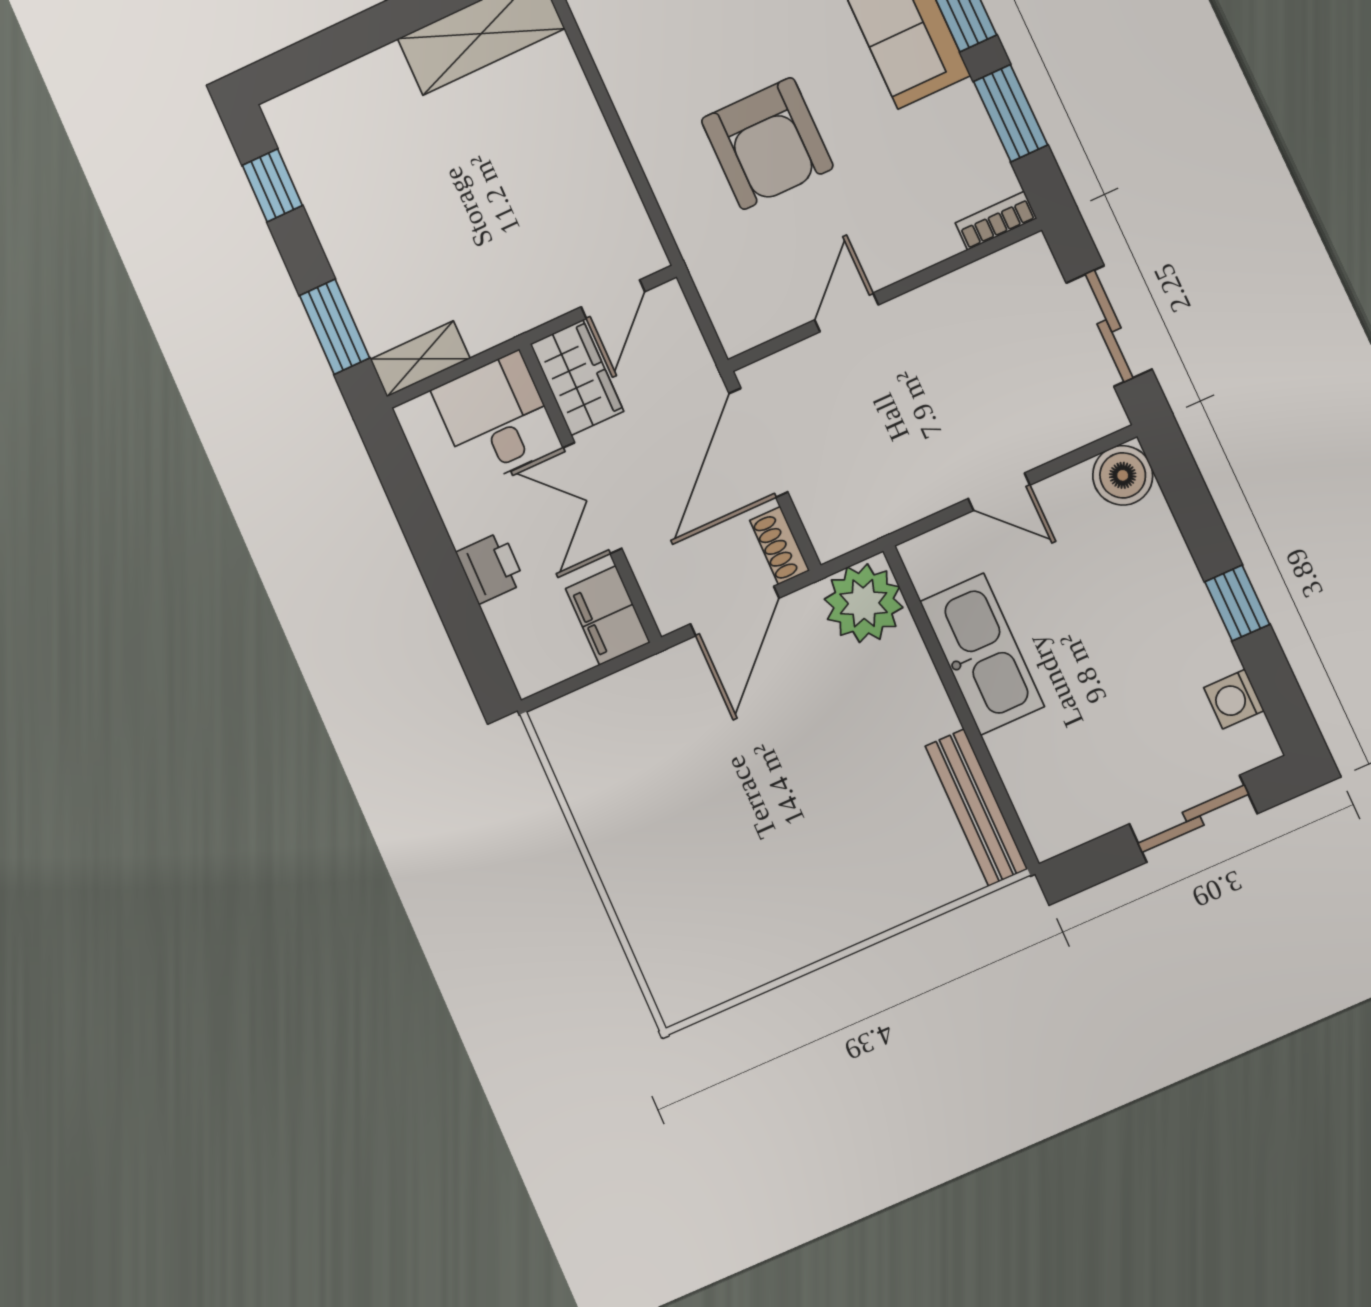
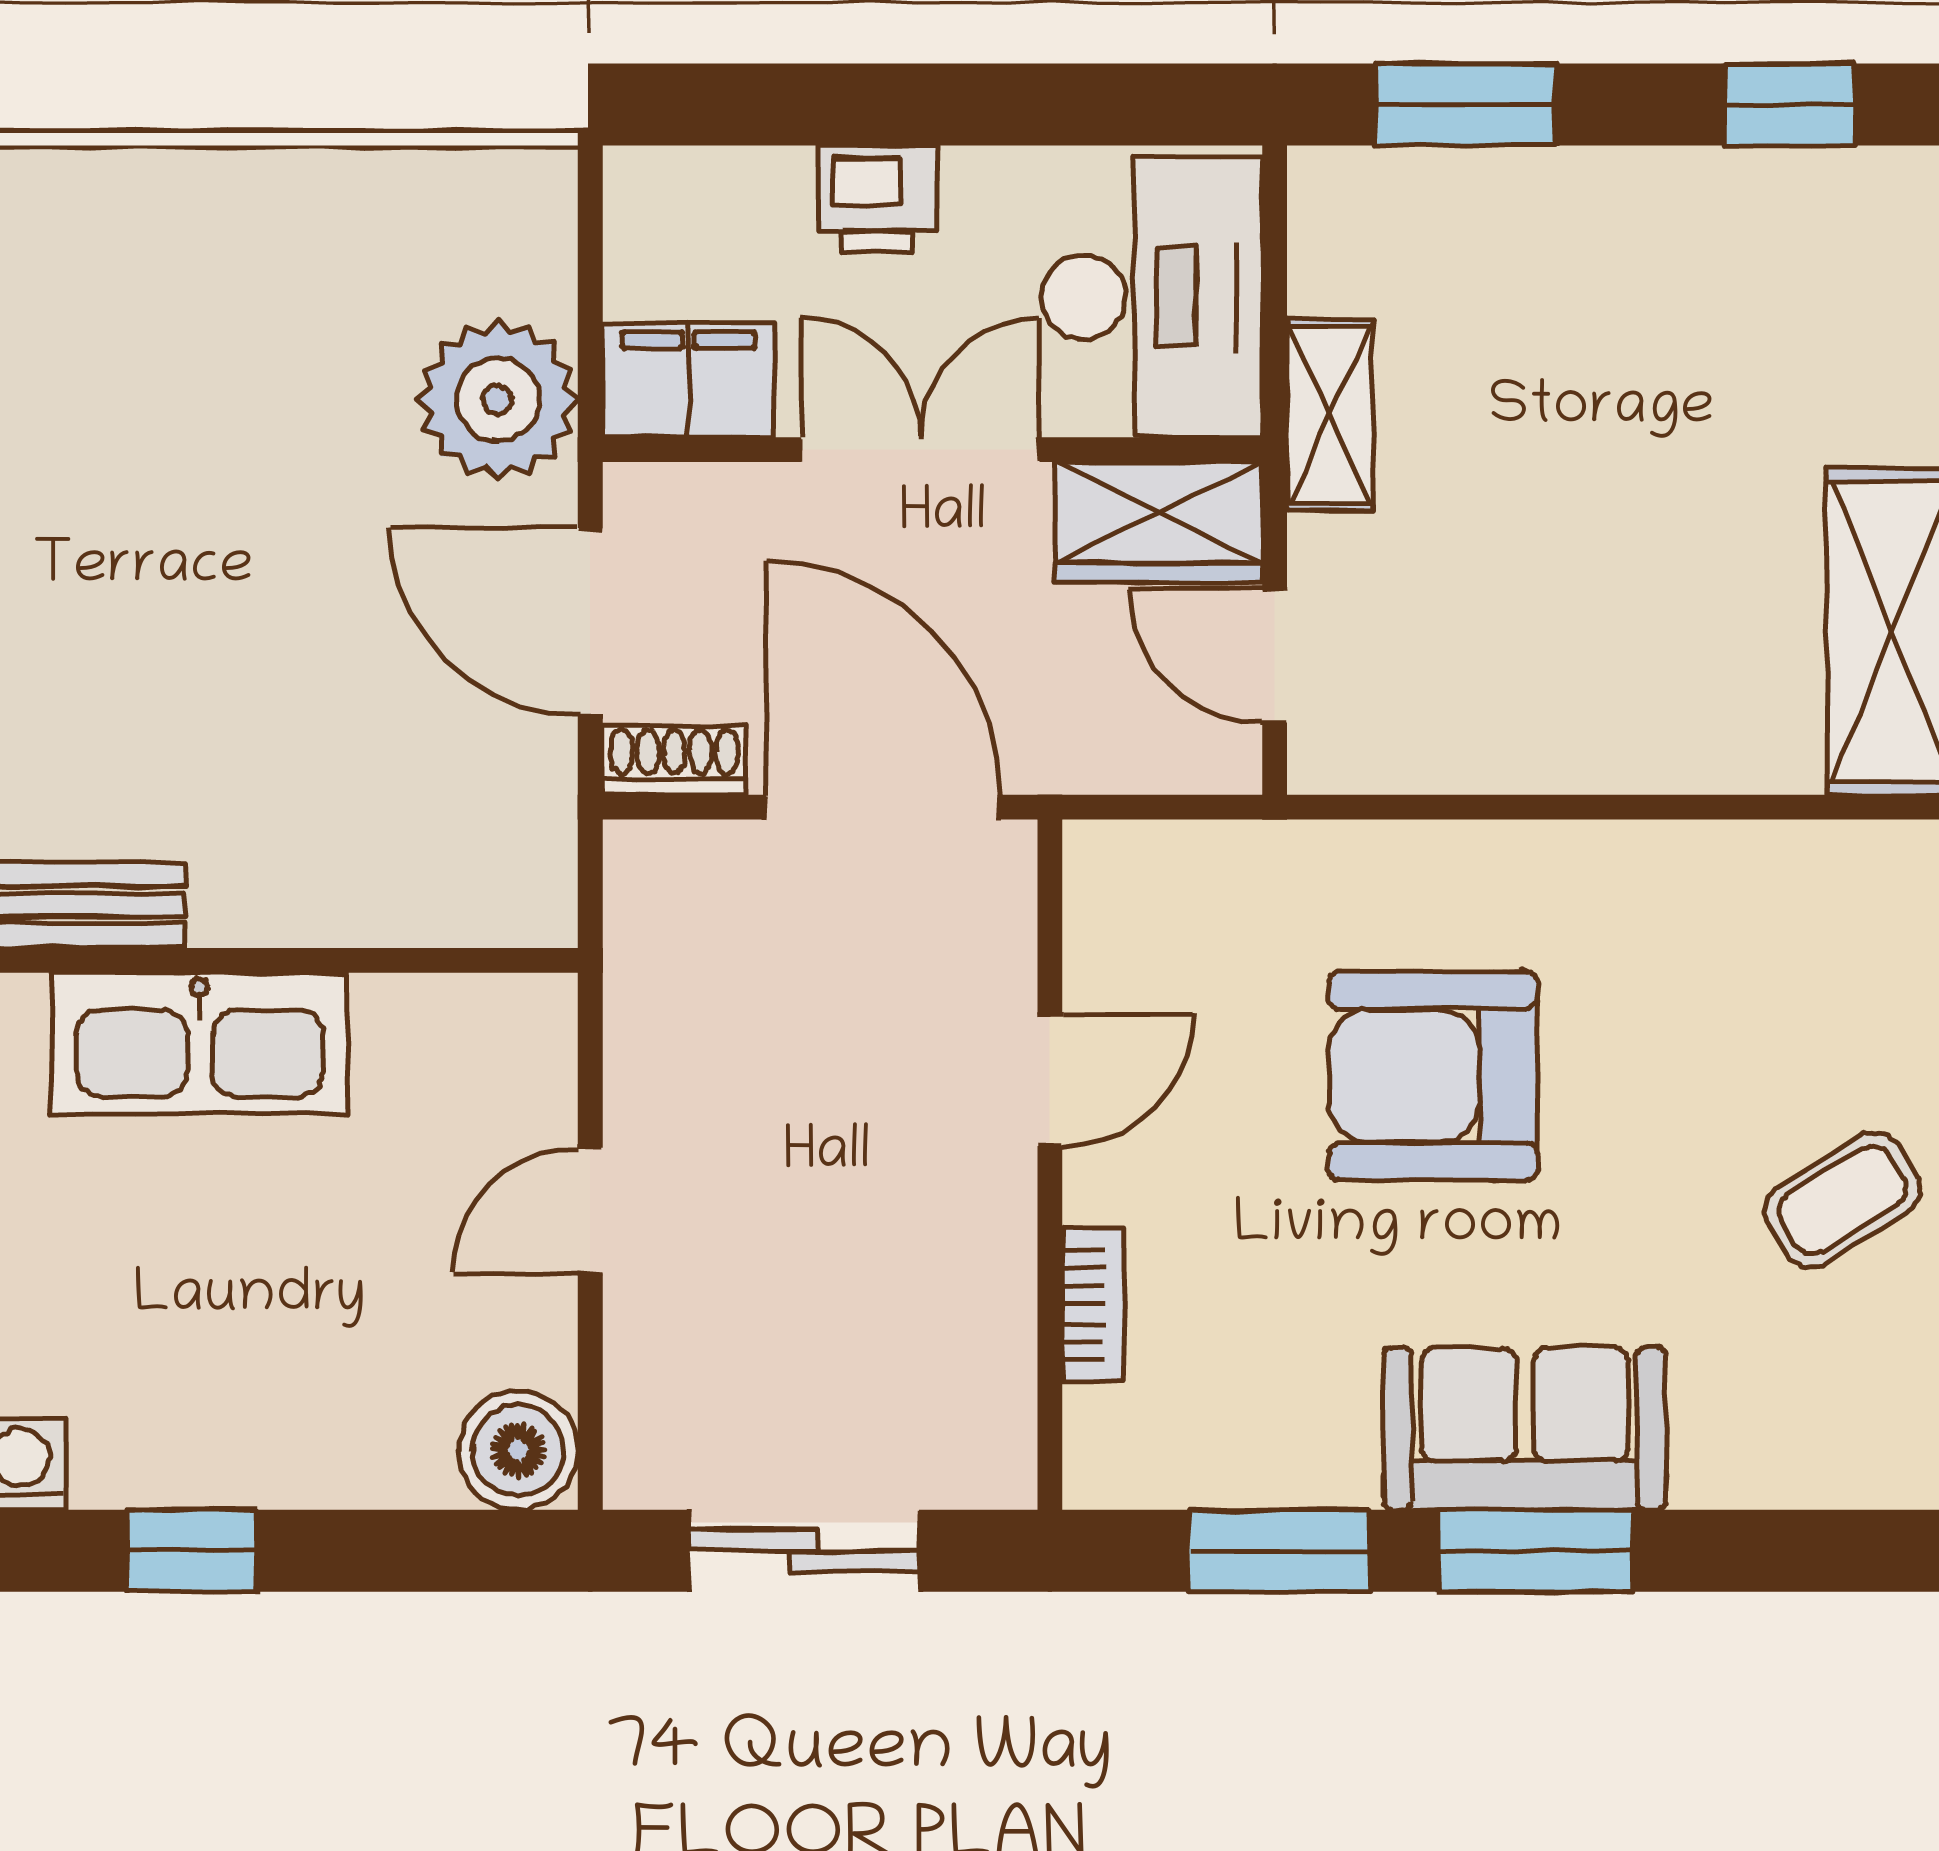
bookcase: (996, 221) -> (1093, 1305), moved
door: (846, 312) -> (1050, 1080), hinge flipped
shelving: (420, 359) -> (1330, 415), moved
desk: (496, 418) -> (1152, 297), width x1.37
plant: (864, 603) -> (498, 400), moved
kitchen sink: (982, 654) -> (200, 1043), moved

